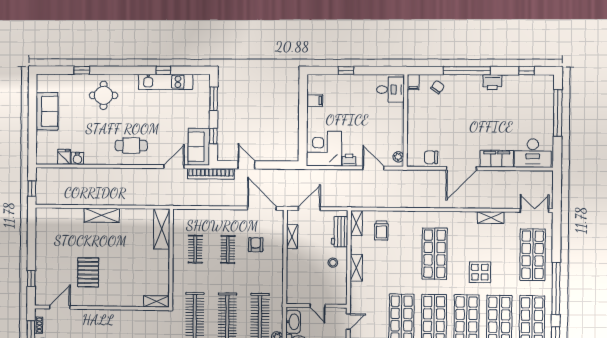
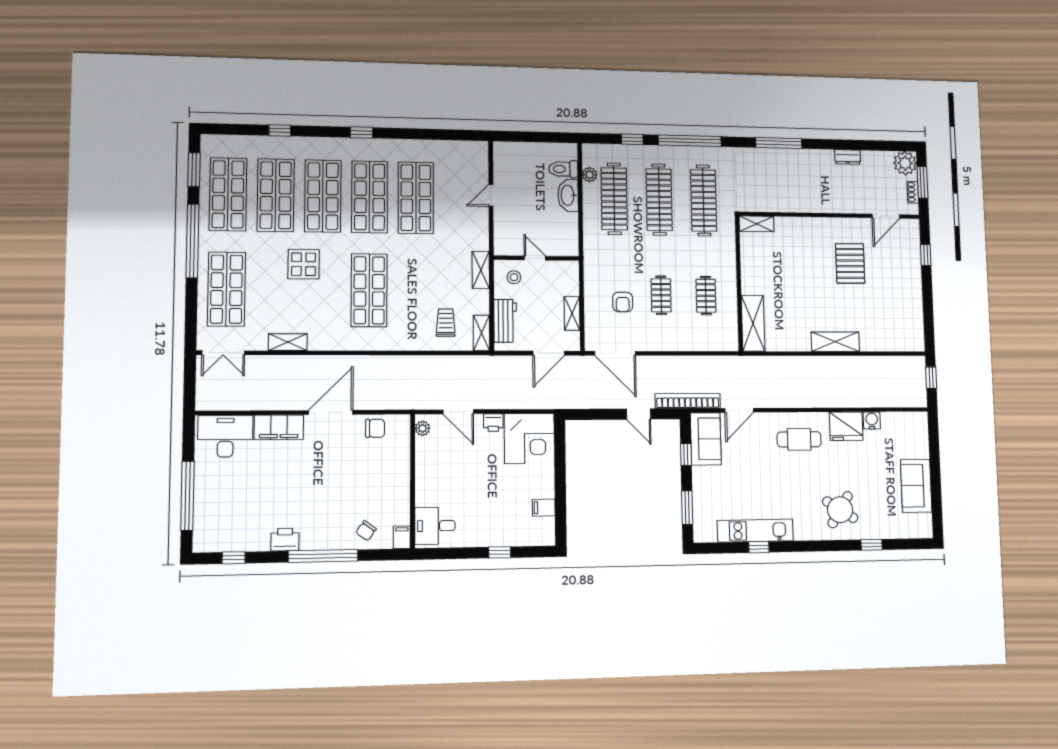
round table: (104, 95) -> (840, 510), turned 32
fridge: (64, 157) -> (846, 426), moved, width x1.88, depth x1.34
wall: (316, 306) -> (536, 258), moved
door: (318, 306) -> (535, 258), moved

